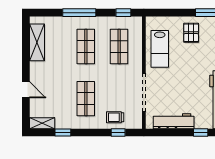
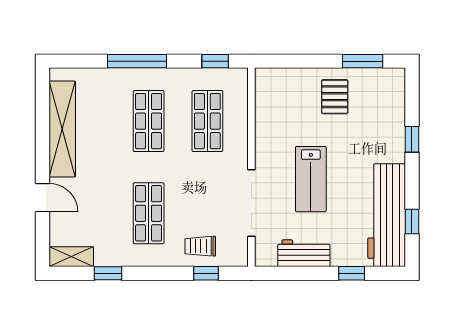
shelving: (37, 42) -> (62, 129), width x1.47
lab bench: (160, 49) -> (311, 179), moved
workbench: (174, 121) -> (304, 253), width x0.73

